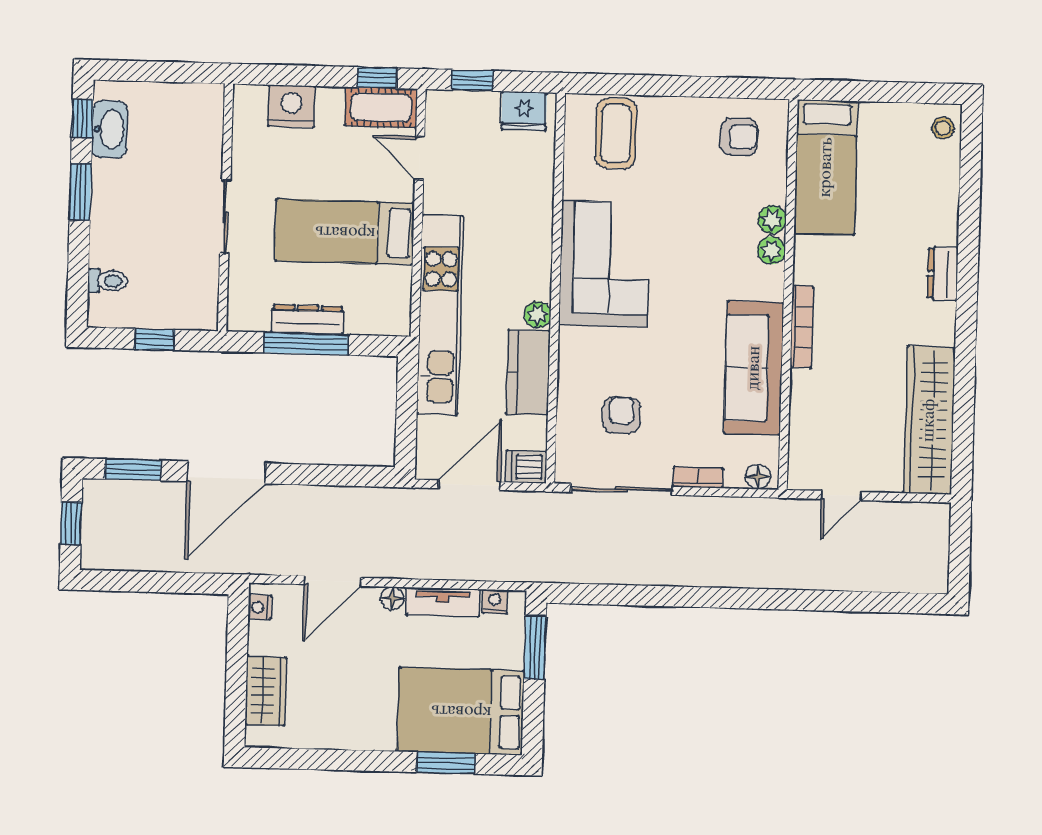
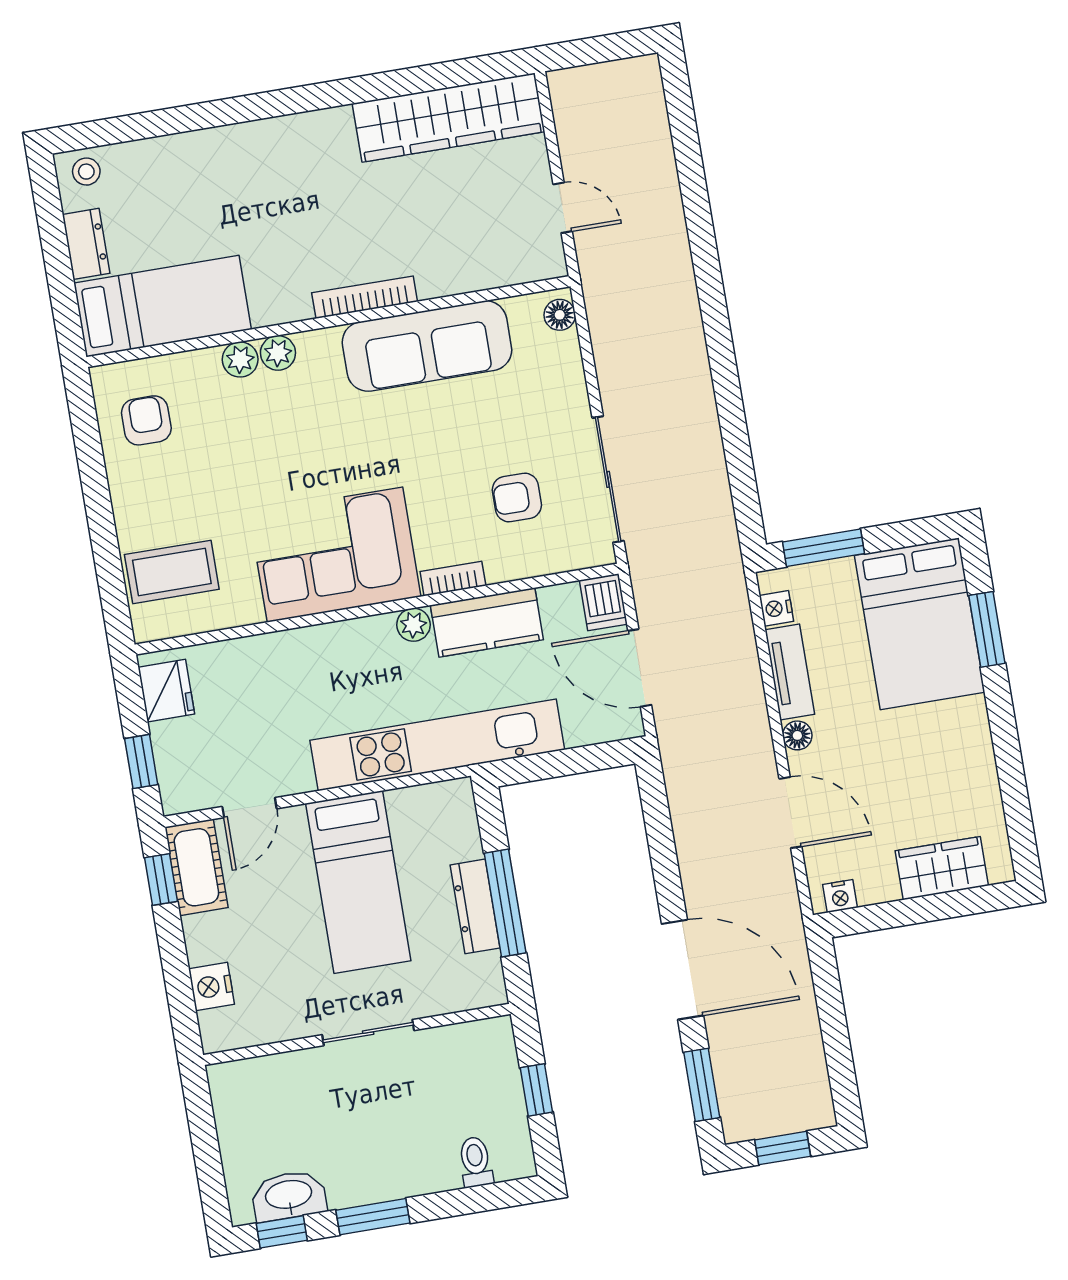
nightstand: (291, 106) -> (211, 987), width x0.74, depth x0.75
dresser: (943, 274) -> (86, 244), moved, turned -90
bookcase: (698, 478) -> (453, 579), moved, turned 90

